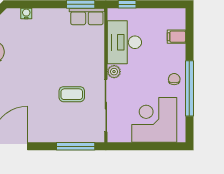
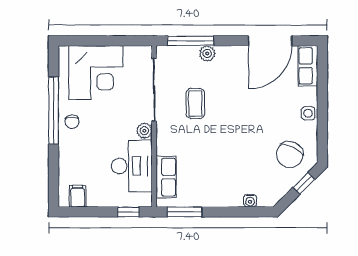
row of seats: (87, 16) -> (166, 177), moved, turned 90
filing cabinet: (176, 37) -> (78, 196), moved, turned -90
coffee table: (72, 94) -> (195, 104), turned 90
plant: (62, 136) -> (207, 53), added

